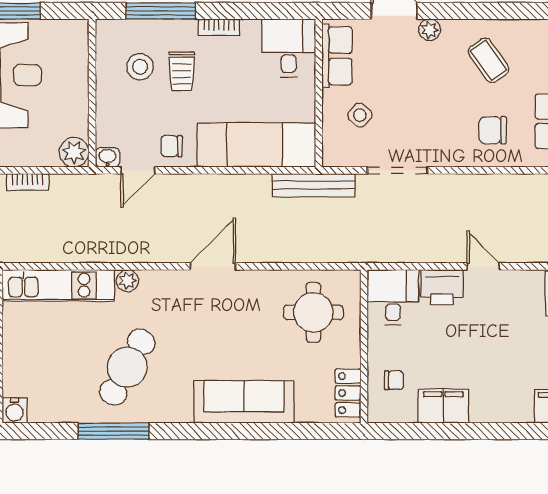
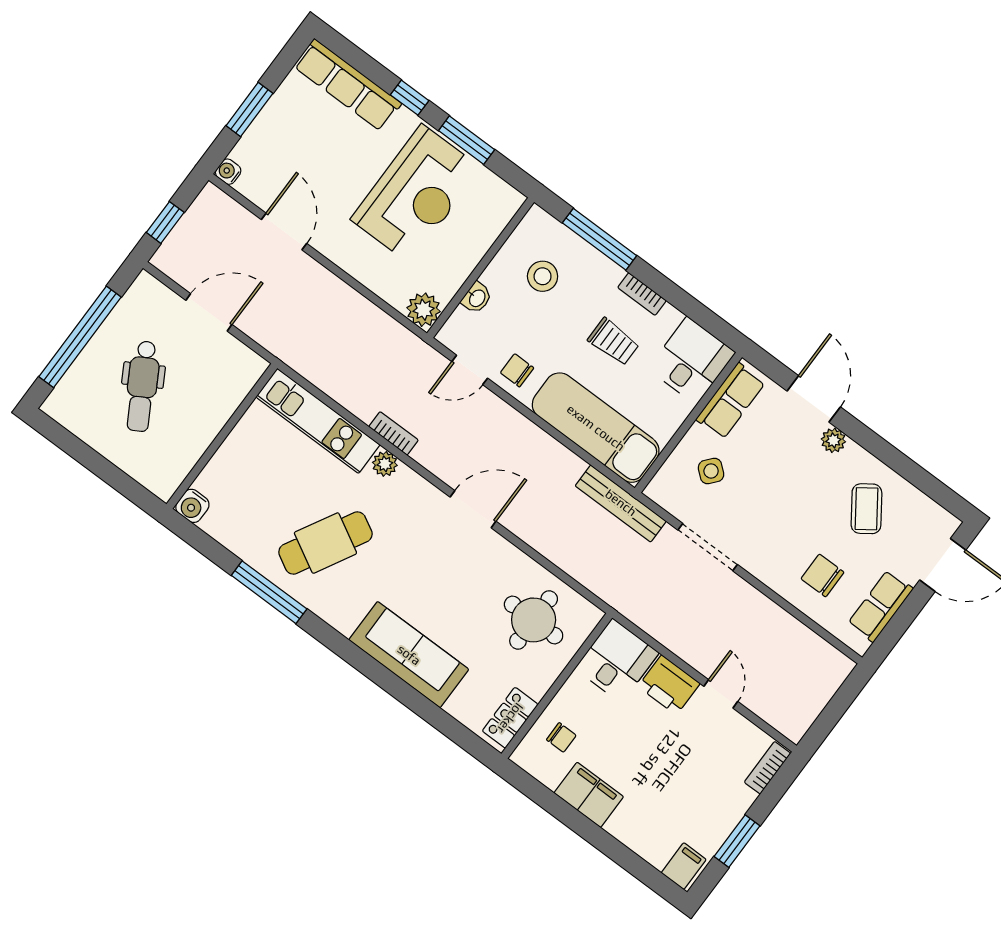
trolley: (182, 71) -> (613, 342), moved, turned -90
washbasin: (108, 157) -> (477, 298), moved, turned 90
bookcase: (28, 182) -> (394, 433), moved, turned 180

